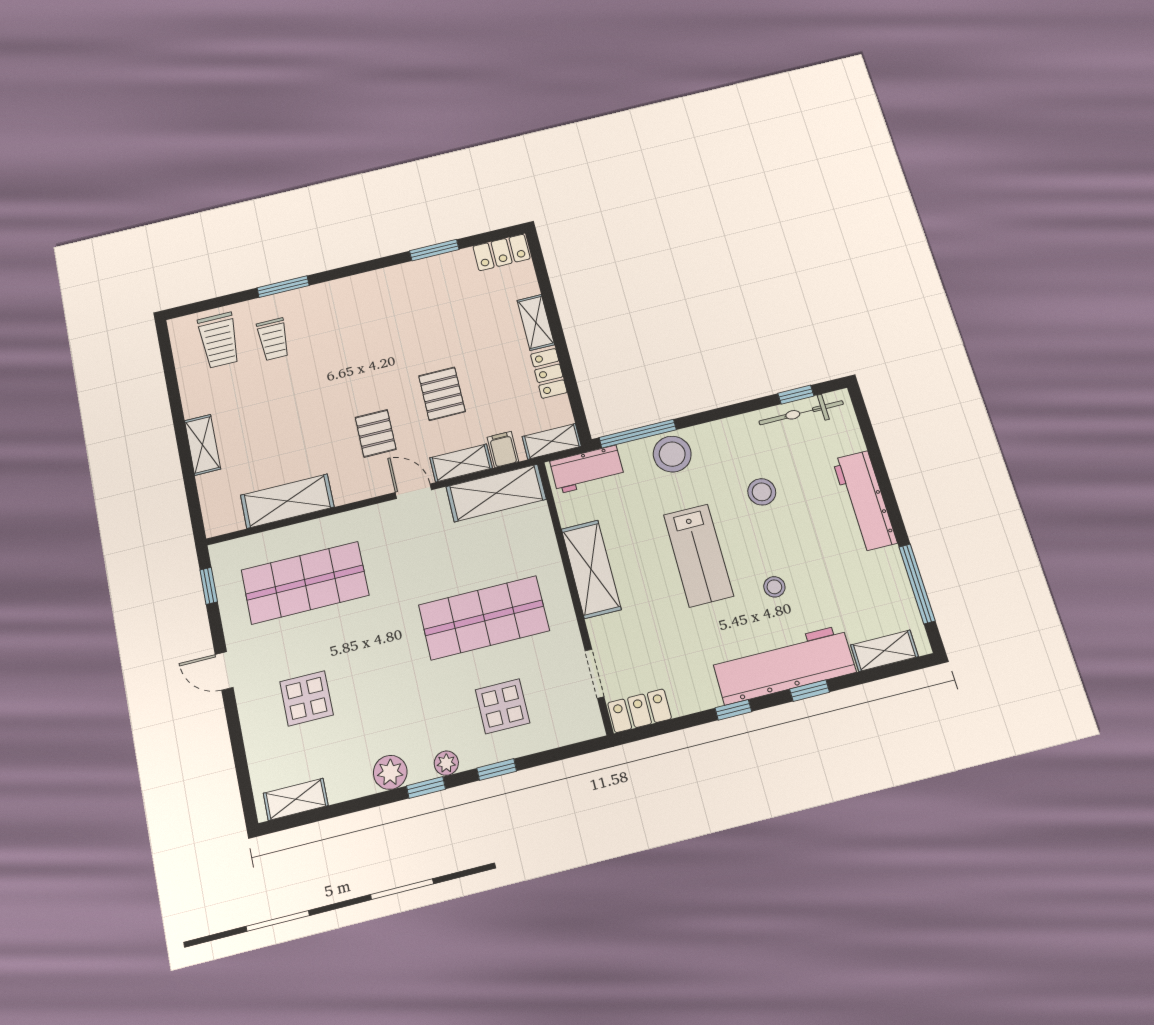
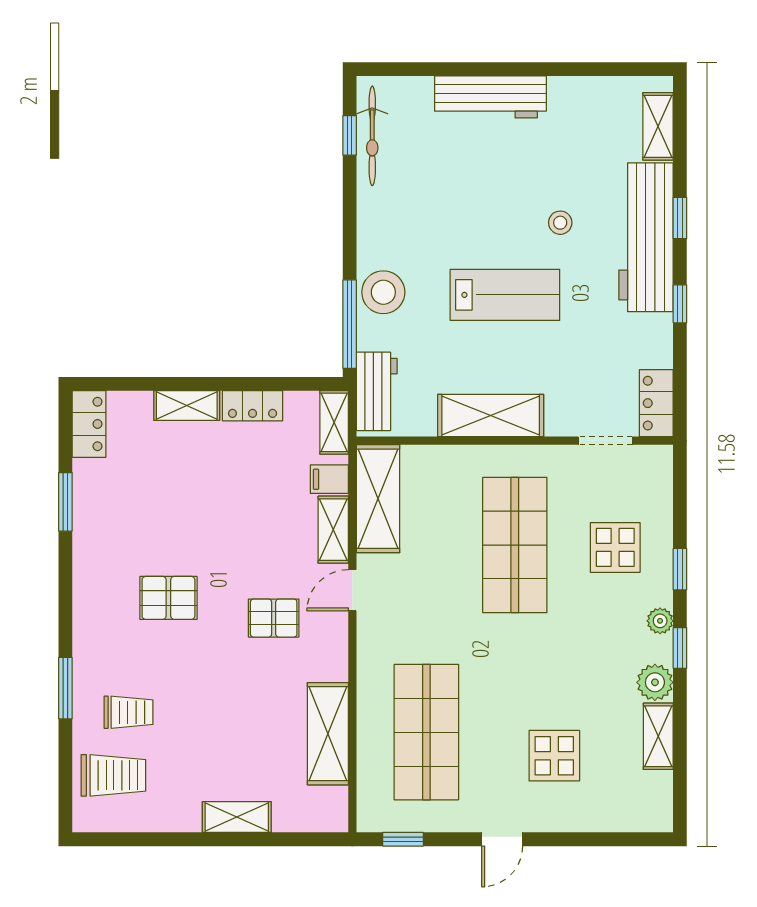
pallet: (442, 394) -> (168, 598), moved
stool: (762, 492) -> (452, 206), removed
window: (917, 584) -> (595, 69), removed
shelving: (296, 799) -> (658, 736), moved

